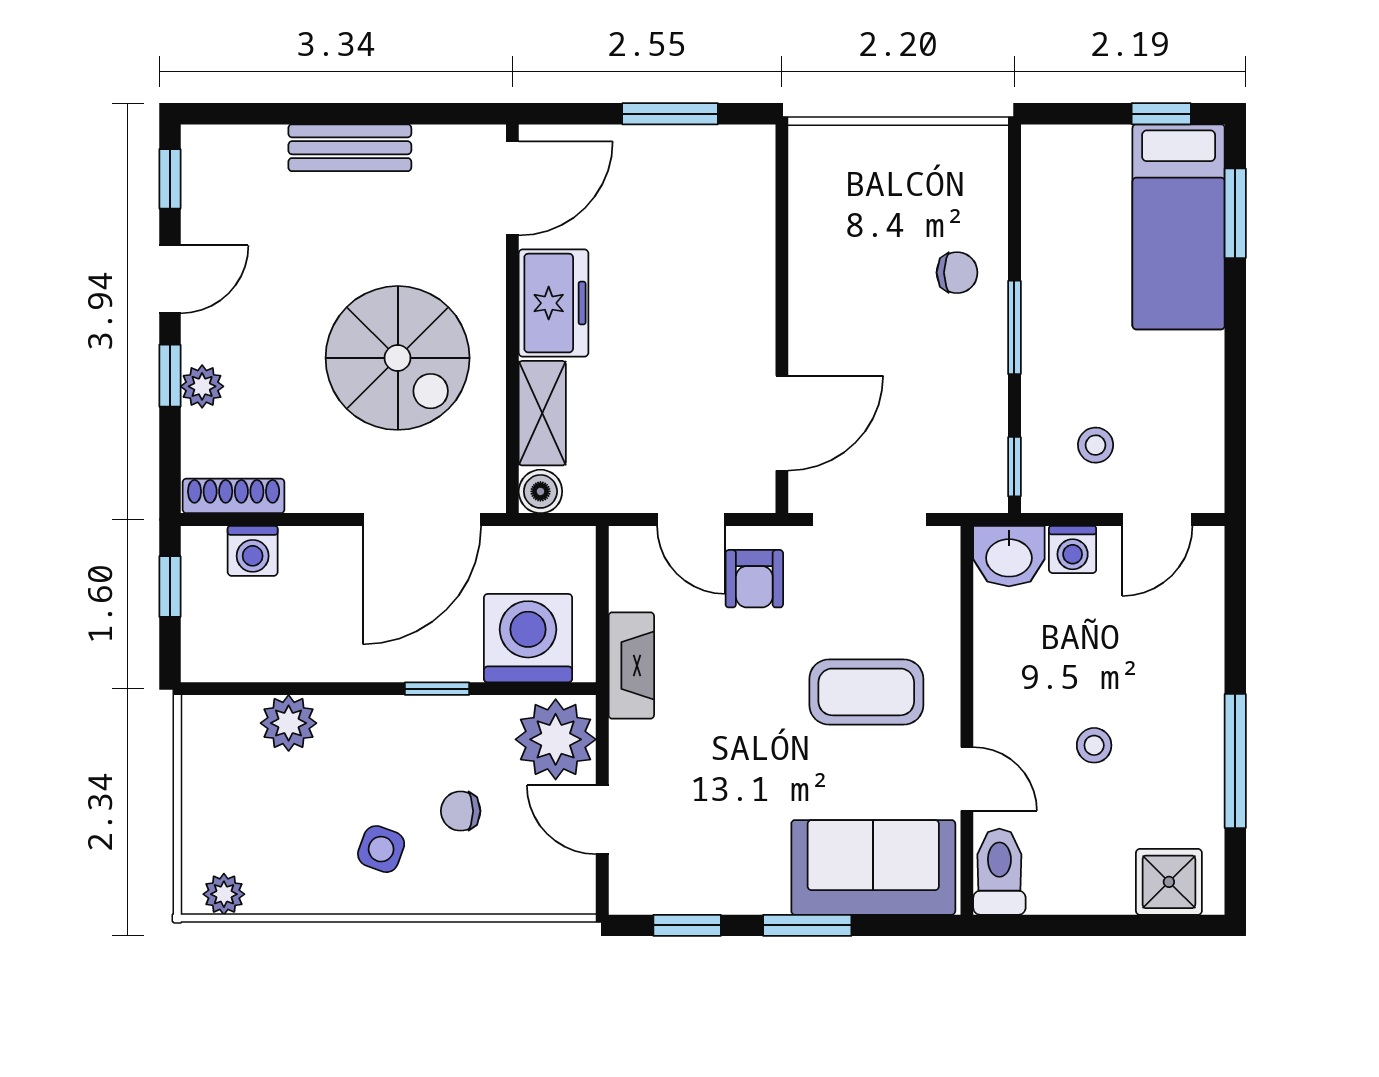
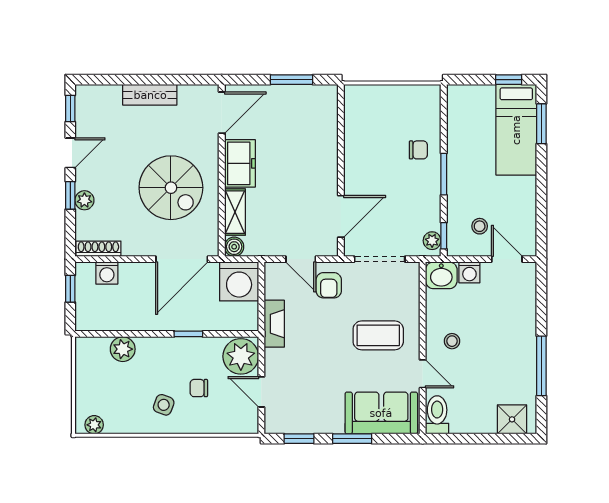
plant: (988, 478) -> (432, 241), added
door: (1157, 520) -> (507, 259), swing flipped
washing machine: (528, 638) -> (239, 281), moved, turned 180
stool: (1094, 745) -> (452, 341), moved

